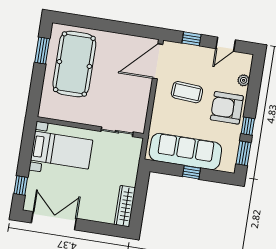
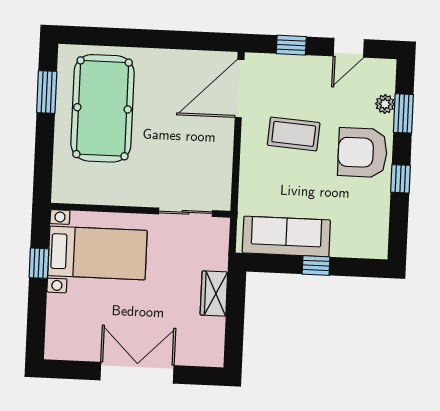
sofa: (185, 151) -> (286, 236), width x0.74, depth x0.79
window: (244, 153) -> (403, 113), moved
window: (21, 185) -> (39, 263), moved
wardrobe: (125, 206) -> (214, 294), moved, width x0.67
double door: (54, 221) -> (137, 373), moved

